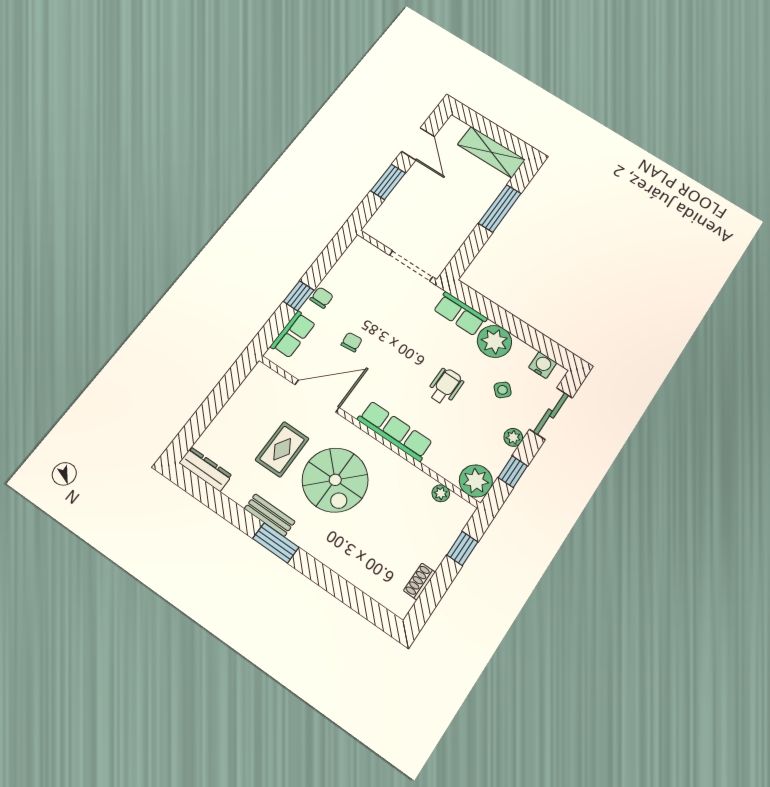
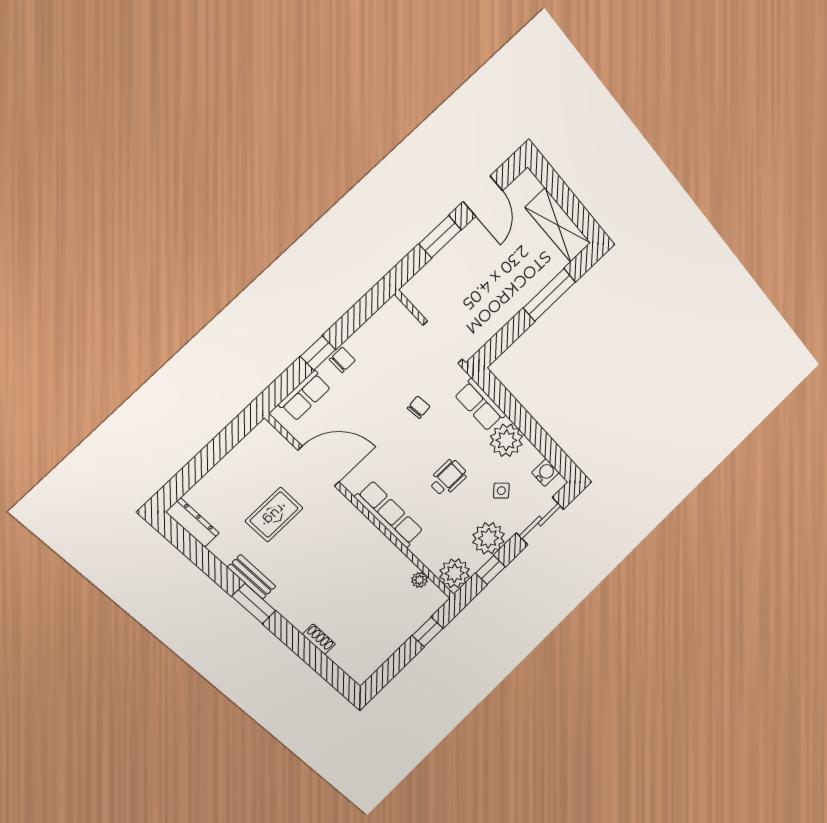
chair: (352, 342) -> (419, 407), moved
plant: (513, 437) -> (489, 538), width x1.88, depth x1.88
spiral stairs: (335, 480) -> (322, 553), removed
shoe rack: (419, 581) -> (319, 639), moved, turned 90

